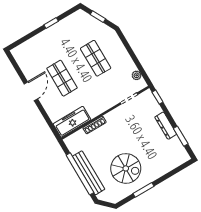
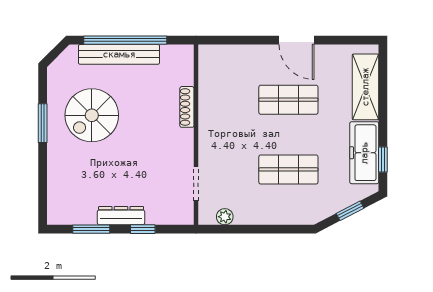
window: (51, 23) -> (383, 159), moved
shelving: (34, 45) -> (365, 87), added
window: (158, 97) -> (143, 229), moved
freezer: (72, 122) -> (364, 153), moved, turned 180

